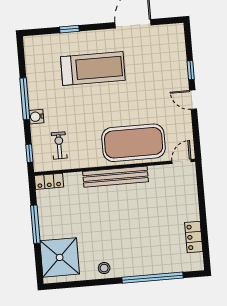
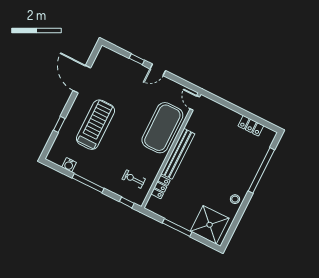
water cooler: (36, 117) -> (69, 165), moved
locker: (49, 181) -> (160, 187), moved

